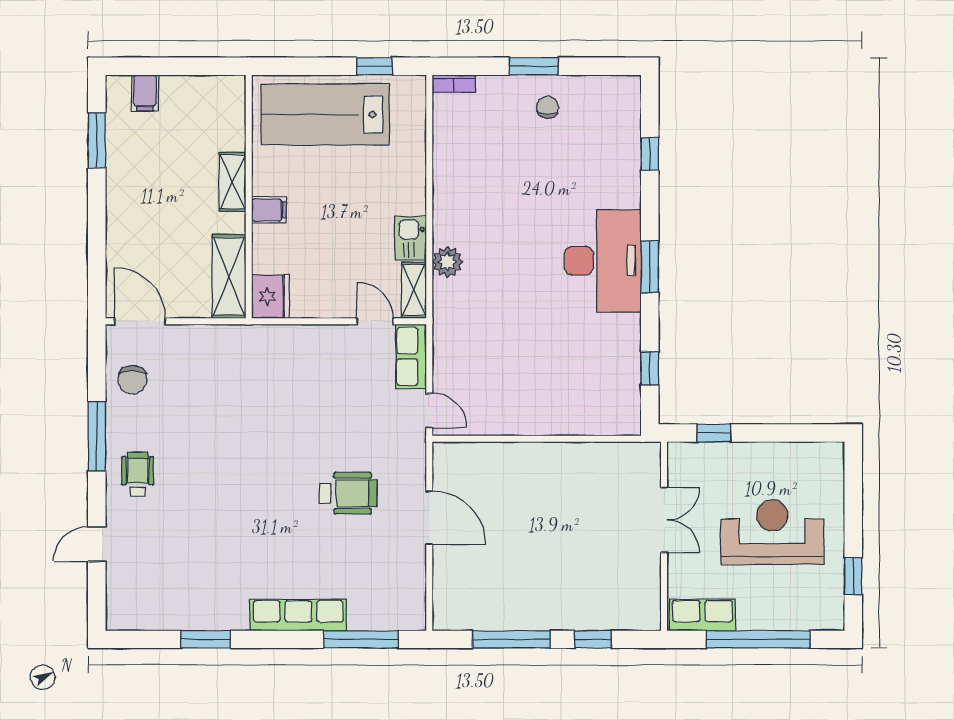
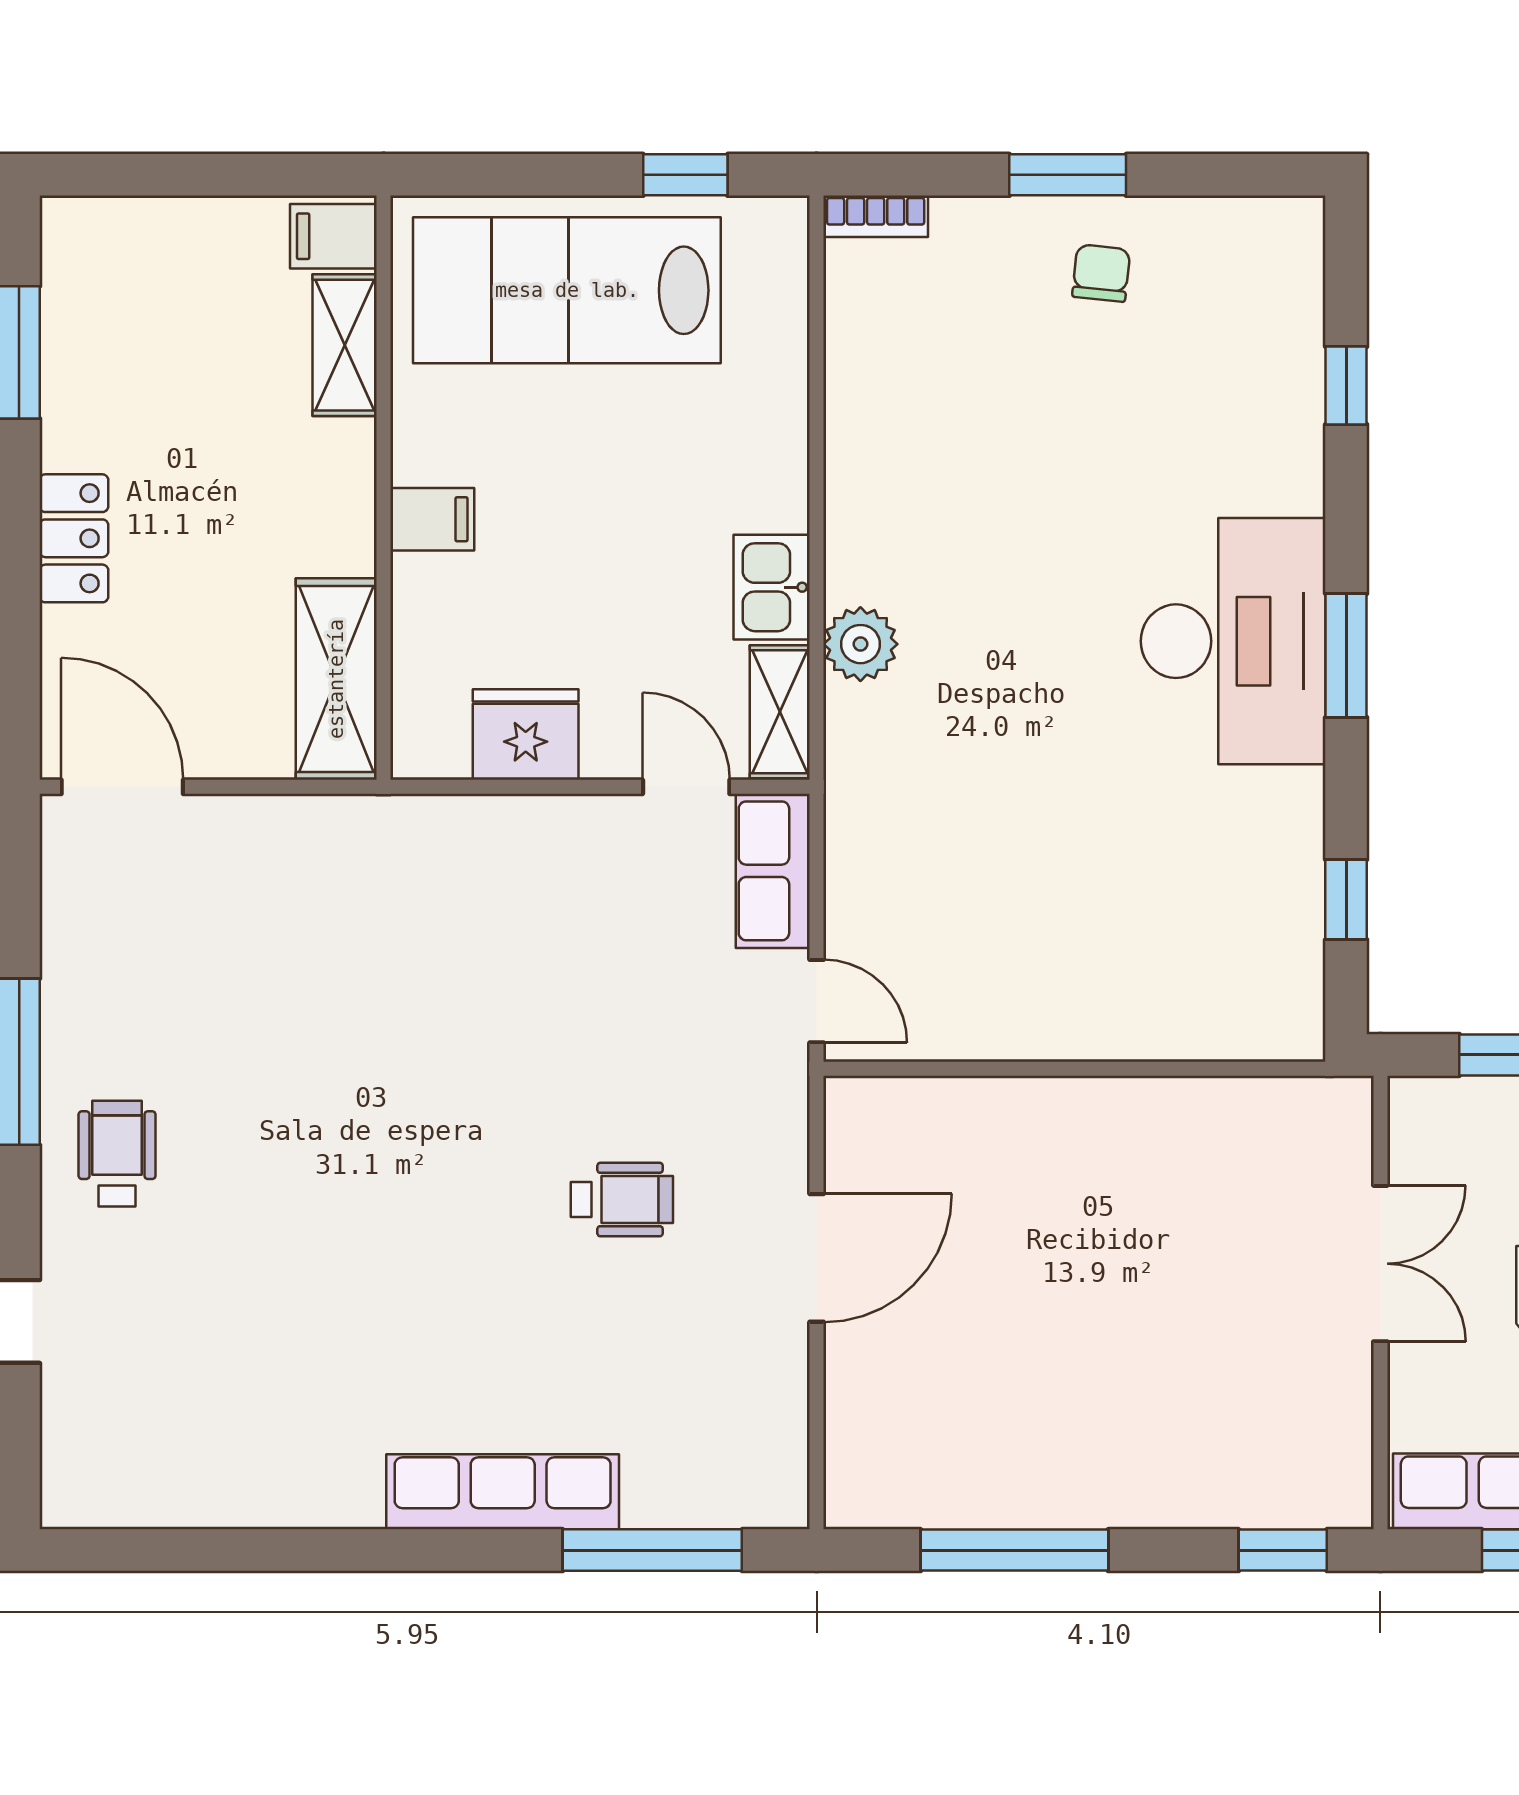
filing cabinet: (145, 93) -> (333, 236), moved, turned 90
shelving: (232, 182) -> (345, 345), moved
locker: (120, 218) -> (74, 538), added
fridge: (270, 296) -> (526, 734), moved, turned -90
chair: (133, 380) -> (105, 927), removed
wheelchair: (348, 493) -> (622, 1200), width x0.73, depth x0.73
door: (429, 518) -> (817, 1258), hinge flipped
window: (206, 639) -> (280, 1550), removed
window: (593, 639) -> (1283, 1550), moved

